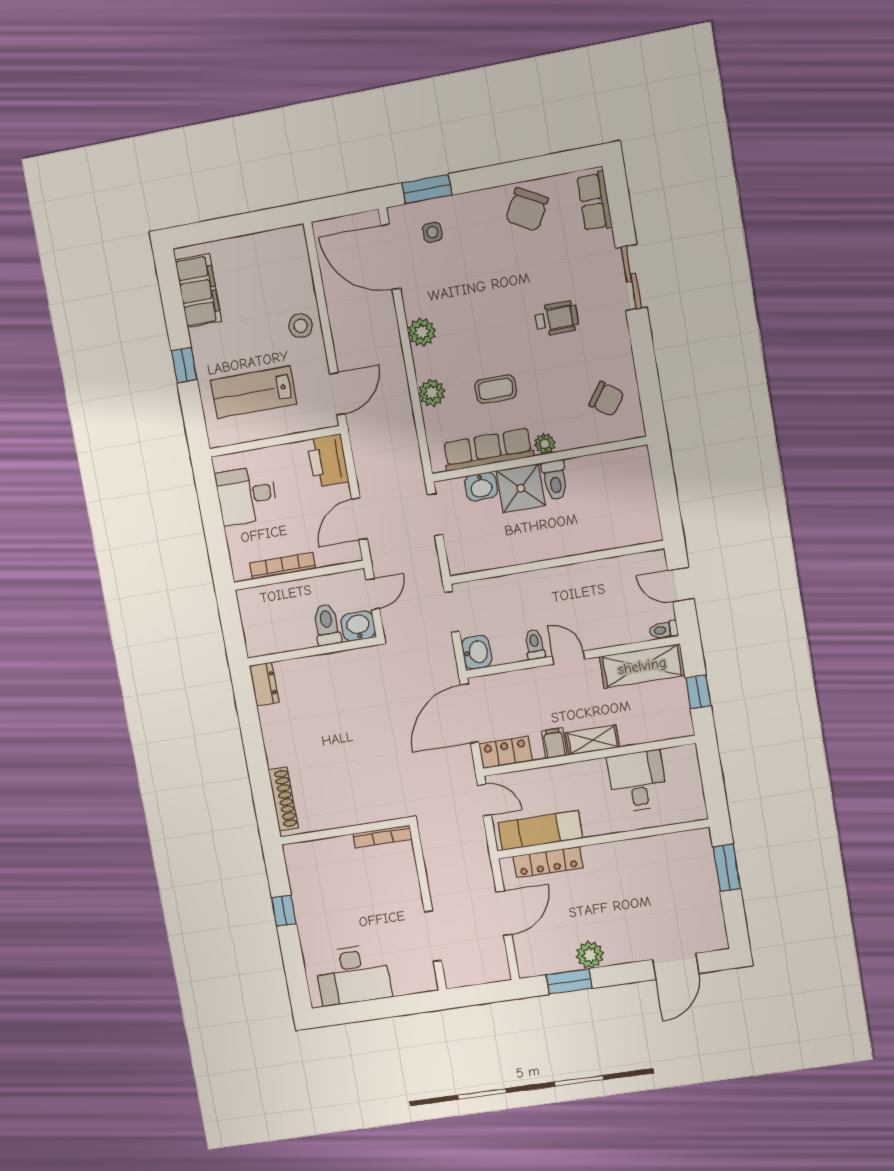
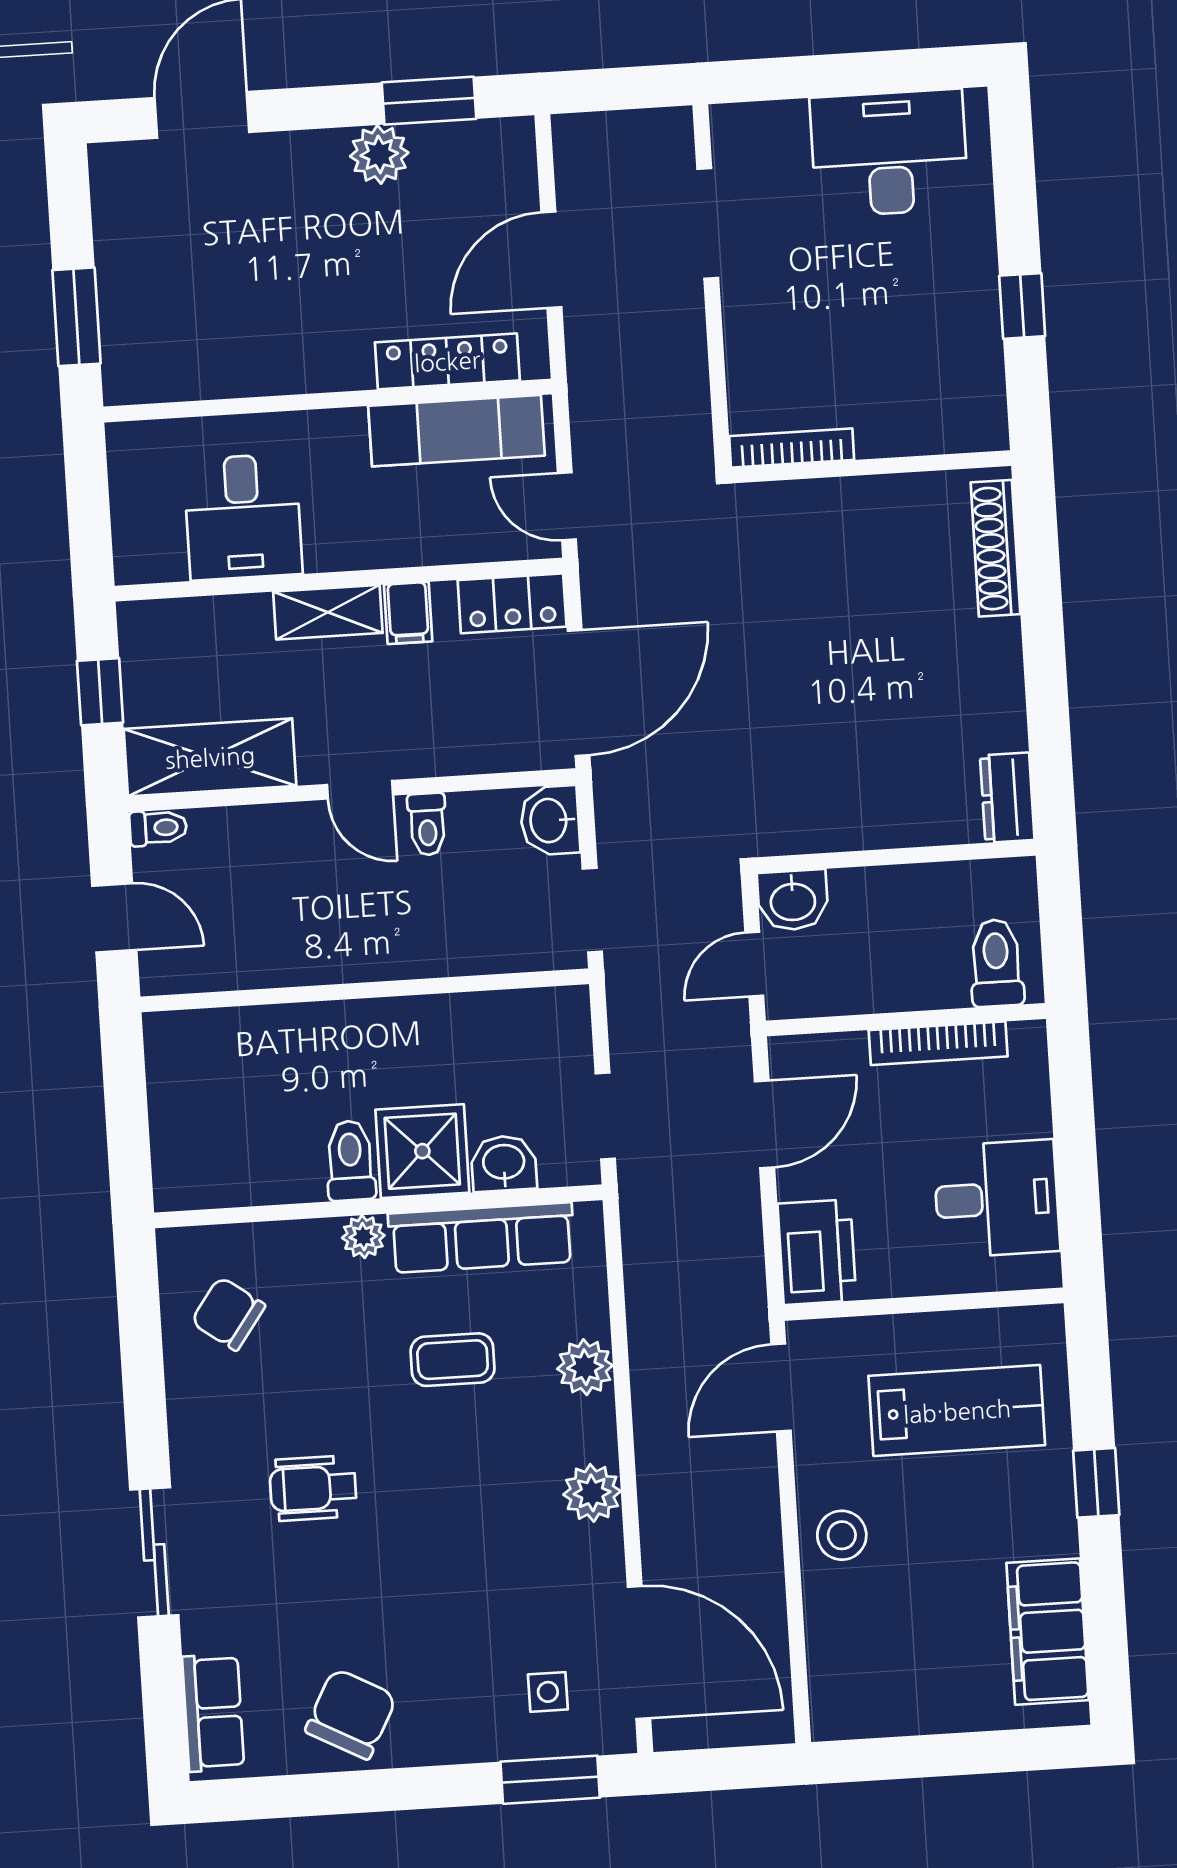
toilet: (327, 625) -> (996, 963), moved, turned 180

